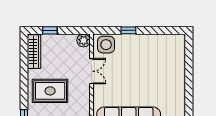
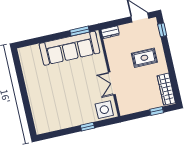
plant: (84, 40) -> (125, 109), removed
rug: (50, 91) -> (144, 58), width x0.73, depth x0.70

